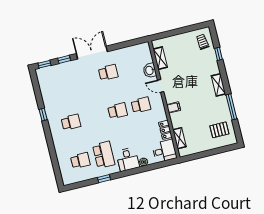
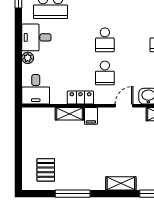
shelving: (218, 85) -> (121, 183), moved
locker: (165, 130) -> (80, 98), moved
shelving: (180, 138) -> (69, 114), moved

